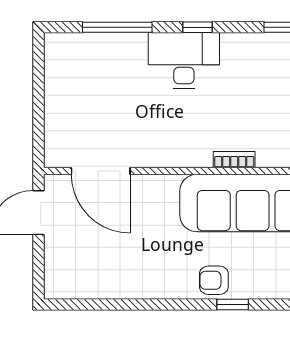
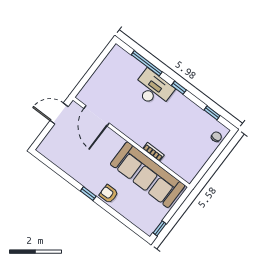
desk: (184, 60) -> (153, 89), moved
window: (233, 304) -> (88, 194), moved

